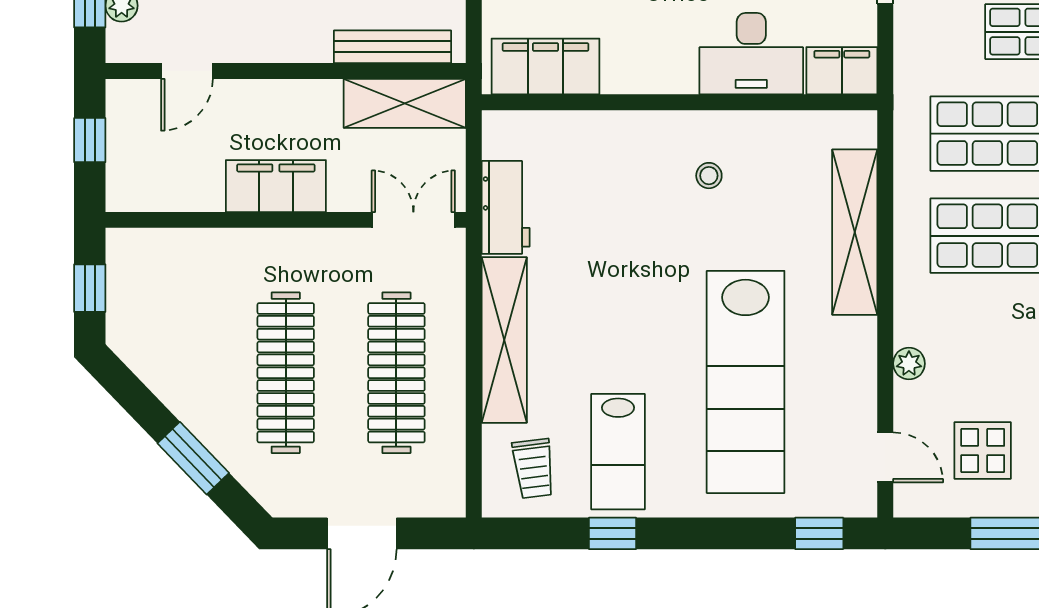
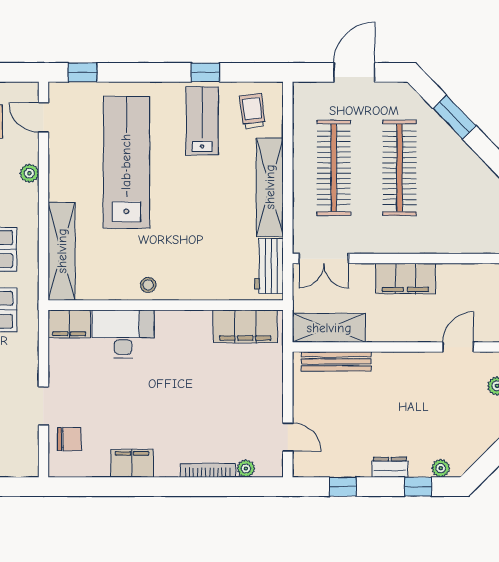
desk: (751, 54) -> (123, 334), moved
filing cabinet: (546, 67) -> (245, 326), moved
filing cabinet: (842, 71) -> (69, 324), moved
wall: (680, 102) -> (166, 305), moved

